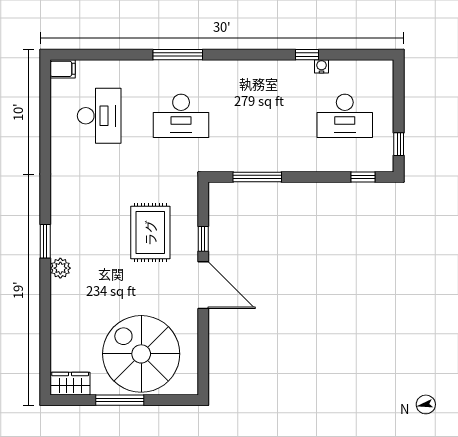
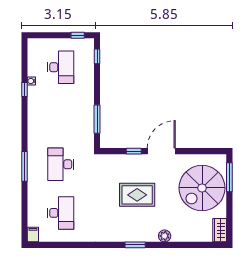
desk: (99, 116) -> (61, 213), turned 90
desk: (181, 116) -> (61, 164), turned 180
rug: (150, 233) -> (137, 195), moved
plant: (60, 268) -> (165, 236), moved
window: (120, 400) -> (229, 177), moved

